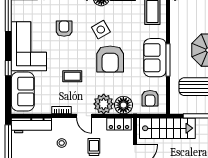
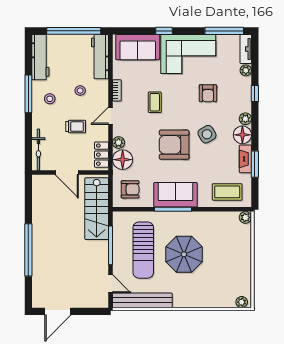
armchair: (64, 29) -> (208, 93), turned 90
armchair: (150, 98) -> (130, 189), turned 180
plant: (104, 104) -> (119, 143), width x0.53, depth x0.53

